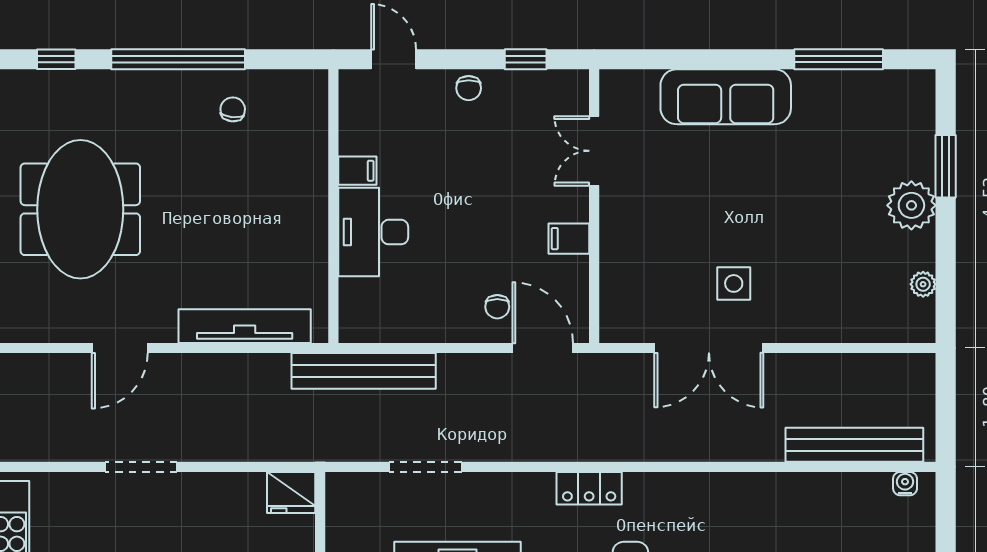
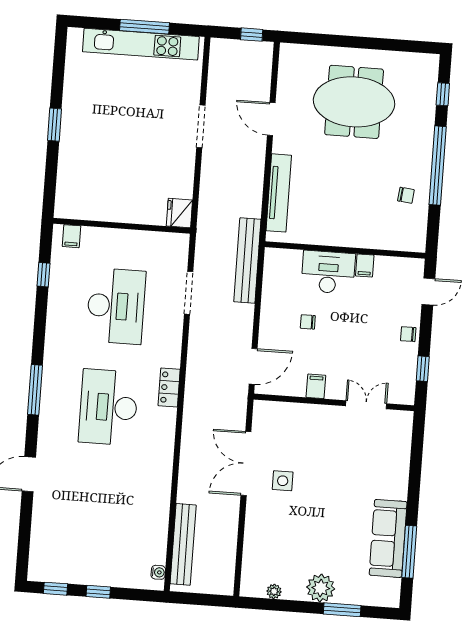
sofa: (726, 97) -> (388, 538), moved
chair: (497, 307) -> (308, 322), moved

